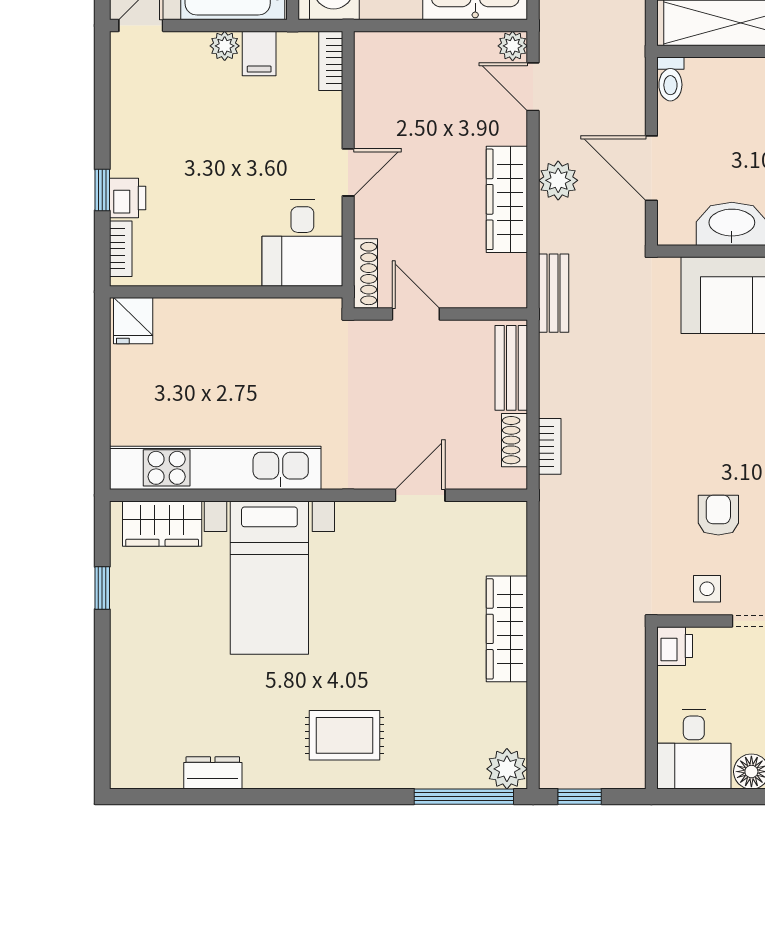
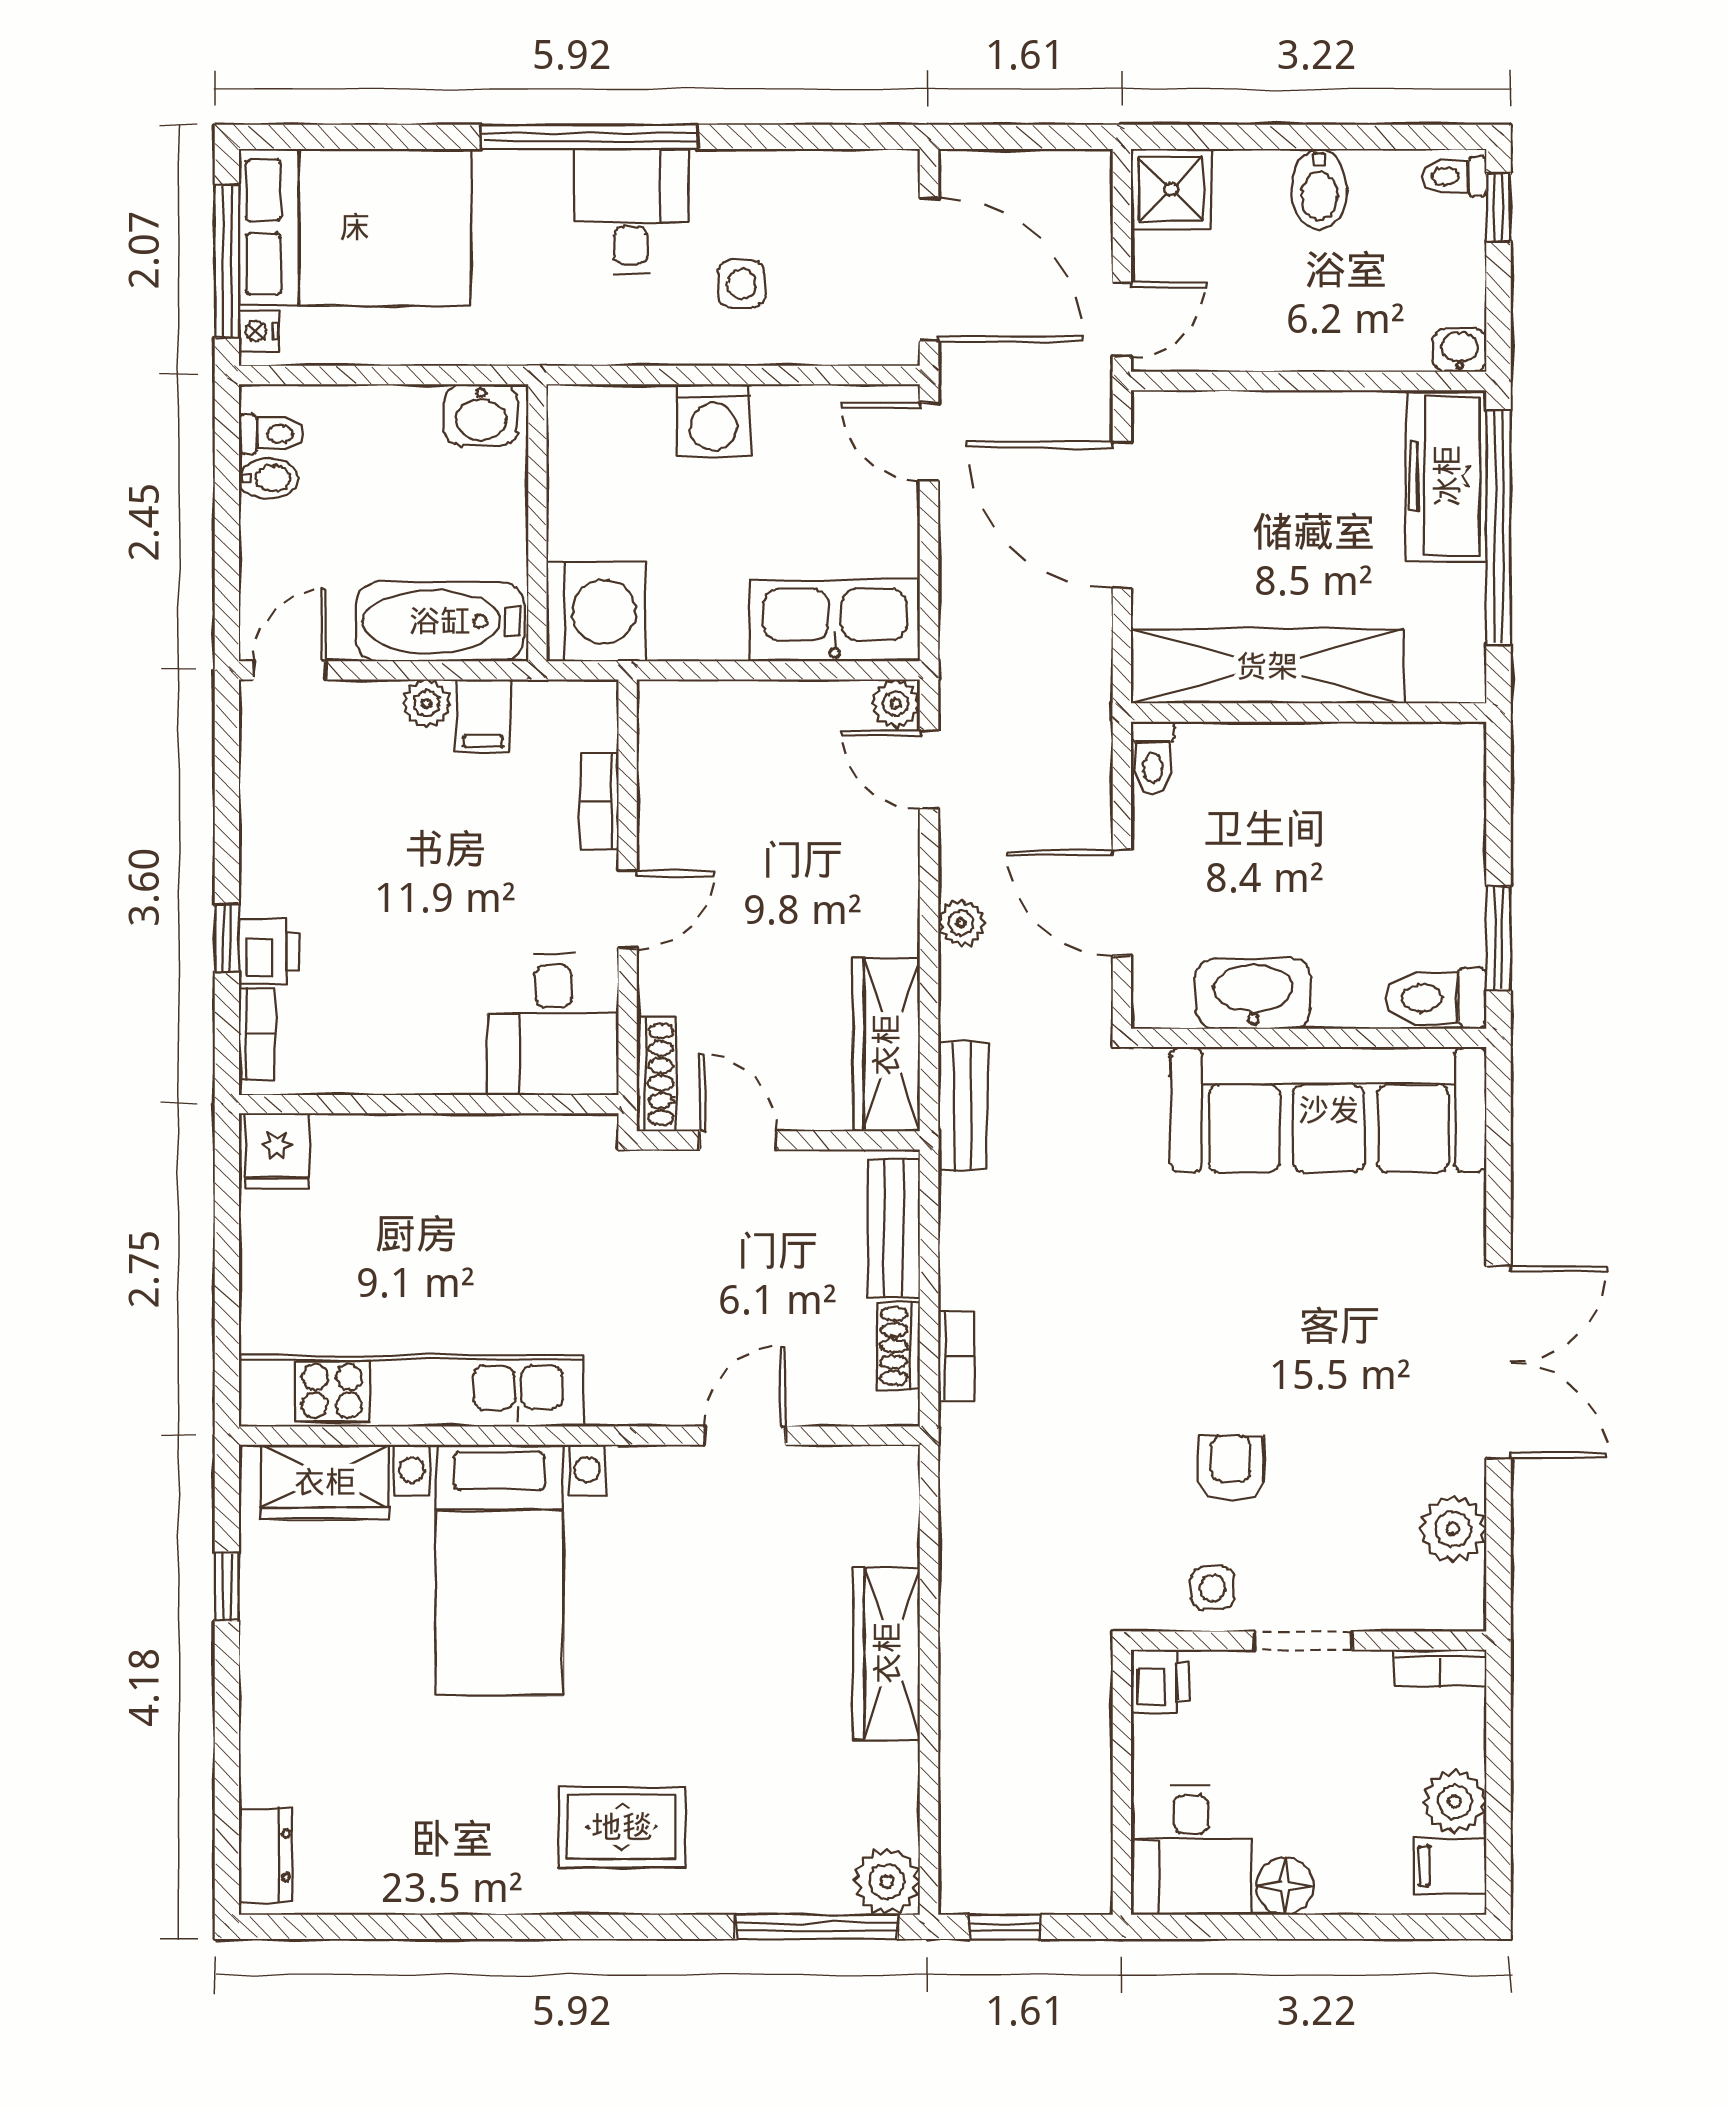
bookcase: (331, 61) -> (599, 801), moved
plant: (558, 180) -> (961, 923), width x0.73, depth x0.73
wardrobe: (507, 199) -> (886, 1045), moved
dresser: (213, 773) -> (266, 1855), moved, turned 90

